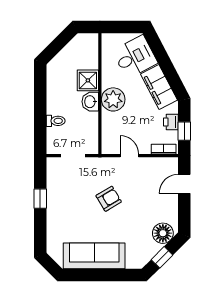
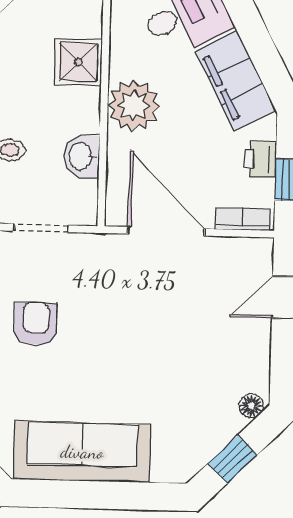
washbasin: (90, 102) -> (81, 156), moved
door: (129, 156) -> (166, 231), width x1.87
armchair: (109, 199) -> (36, 324), moved, turned -59
floor lamp: (163, 233) -> (251, 406), width x0.53, depth x0.53

